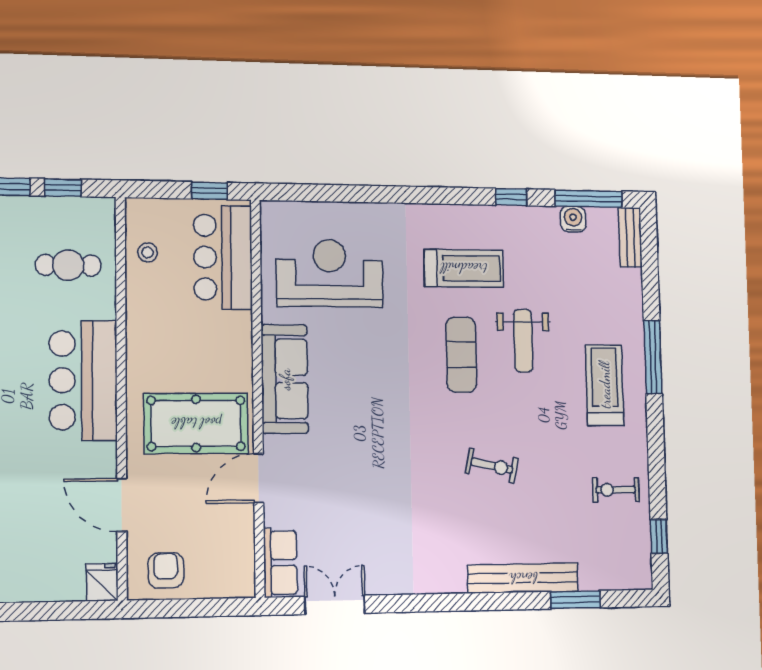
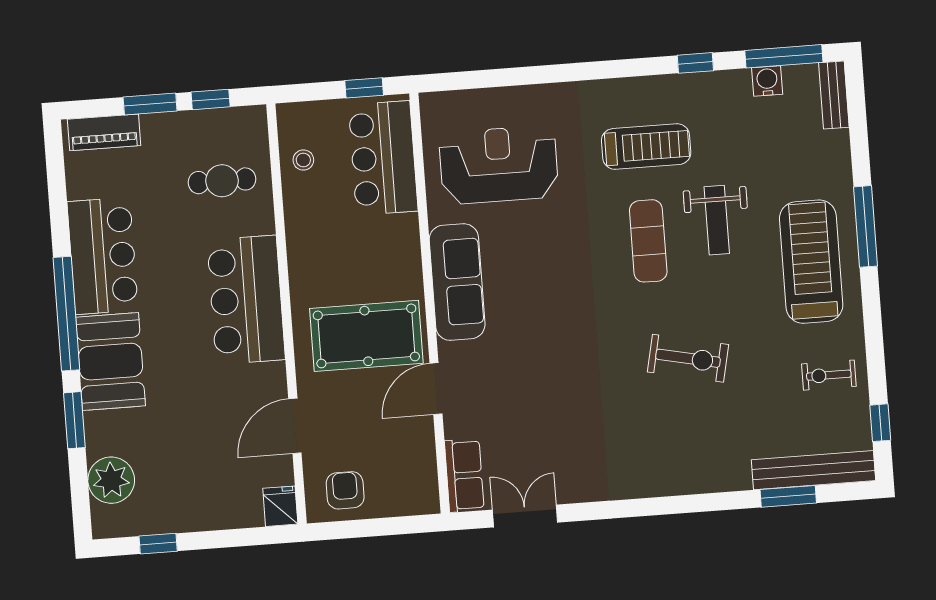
treadmill: (605, 385) -> (811, 262), width x1.37, depth x1.38
exercise bike: (492, 466) -> (688, 358), width x1.38, depth x1.39
door: (122, 505) -> (295, 426), hinge flipped
bench: (523, 578) -> (814, 470), moved

